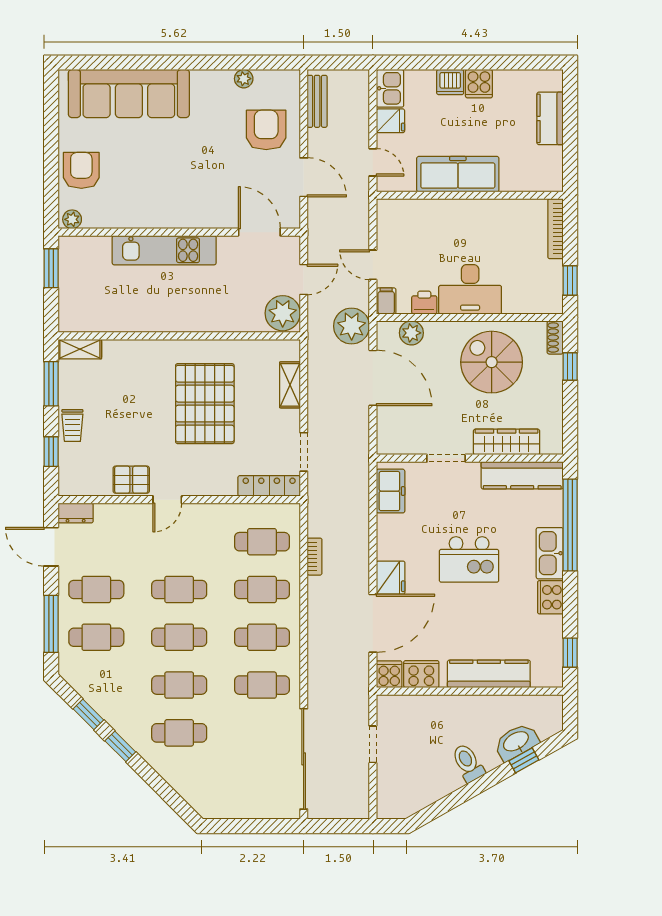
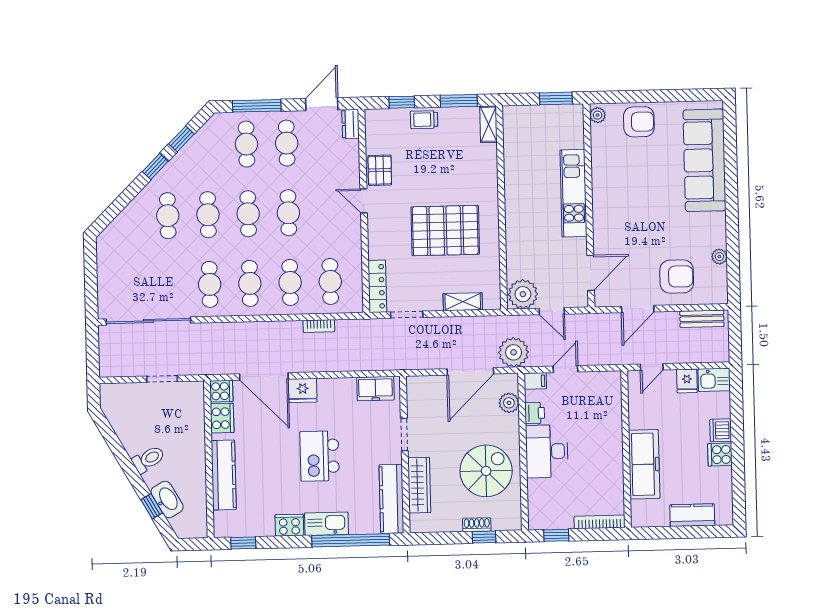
freezer: (458, 174) -> (644, 464), moved
shoe rack: (555, 337) -> (477, 525), moved

